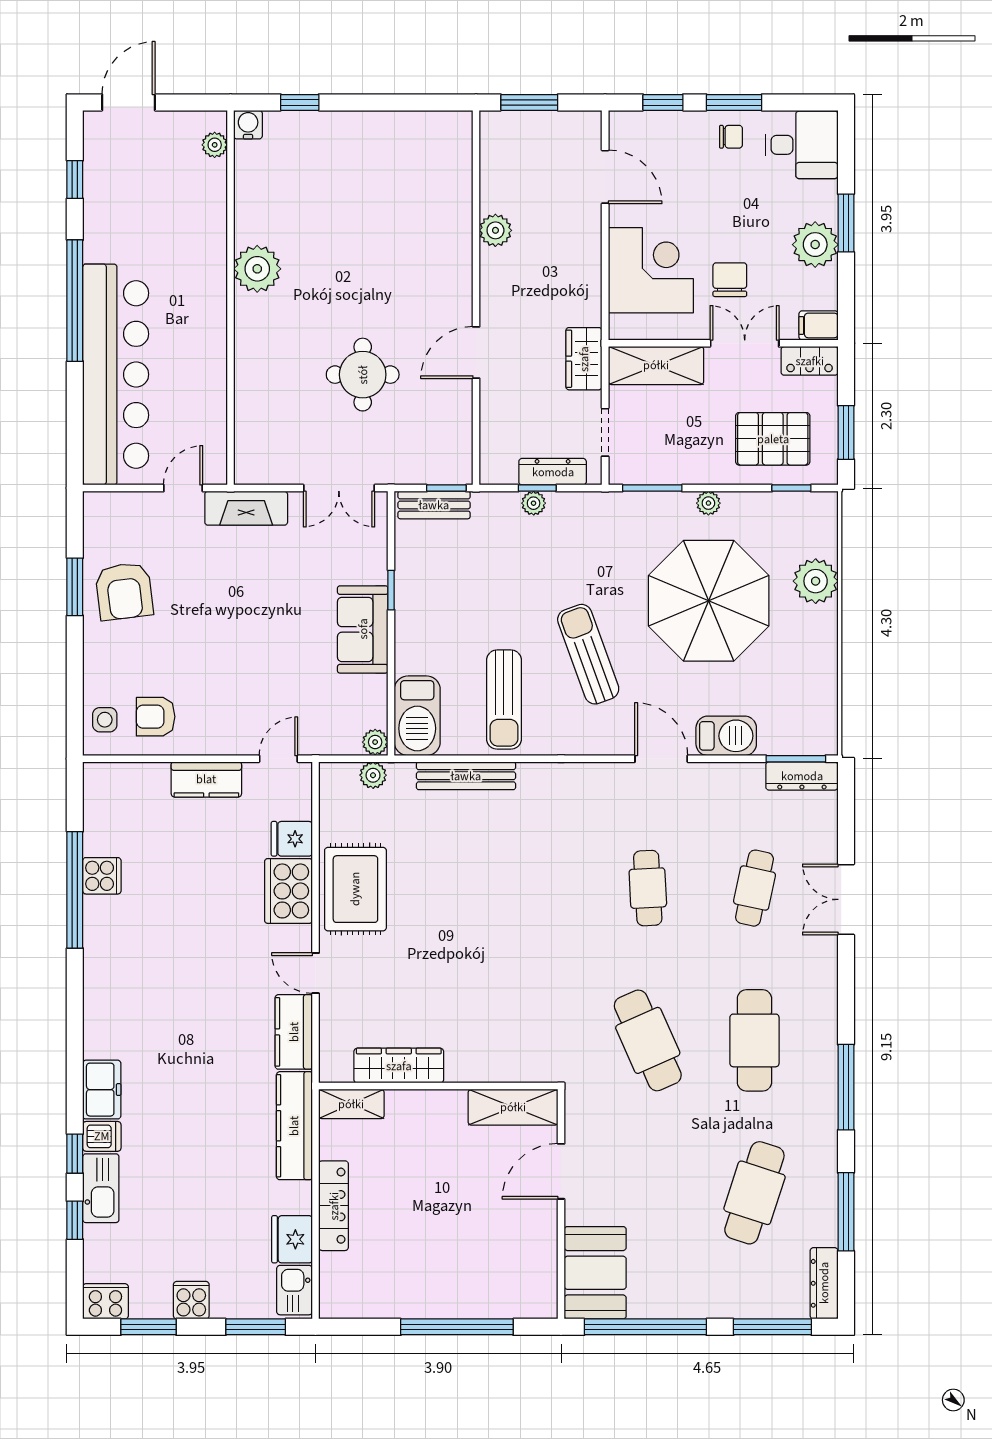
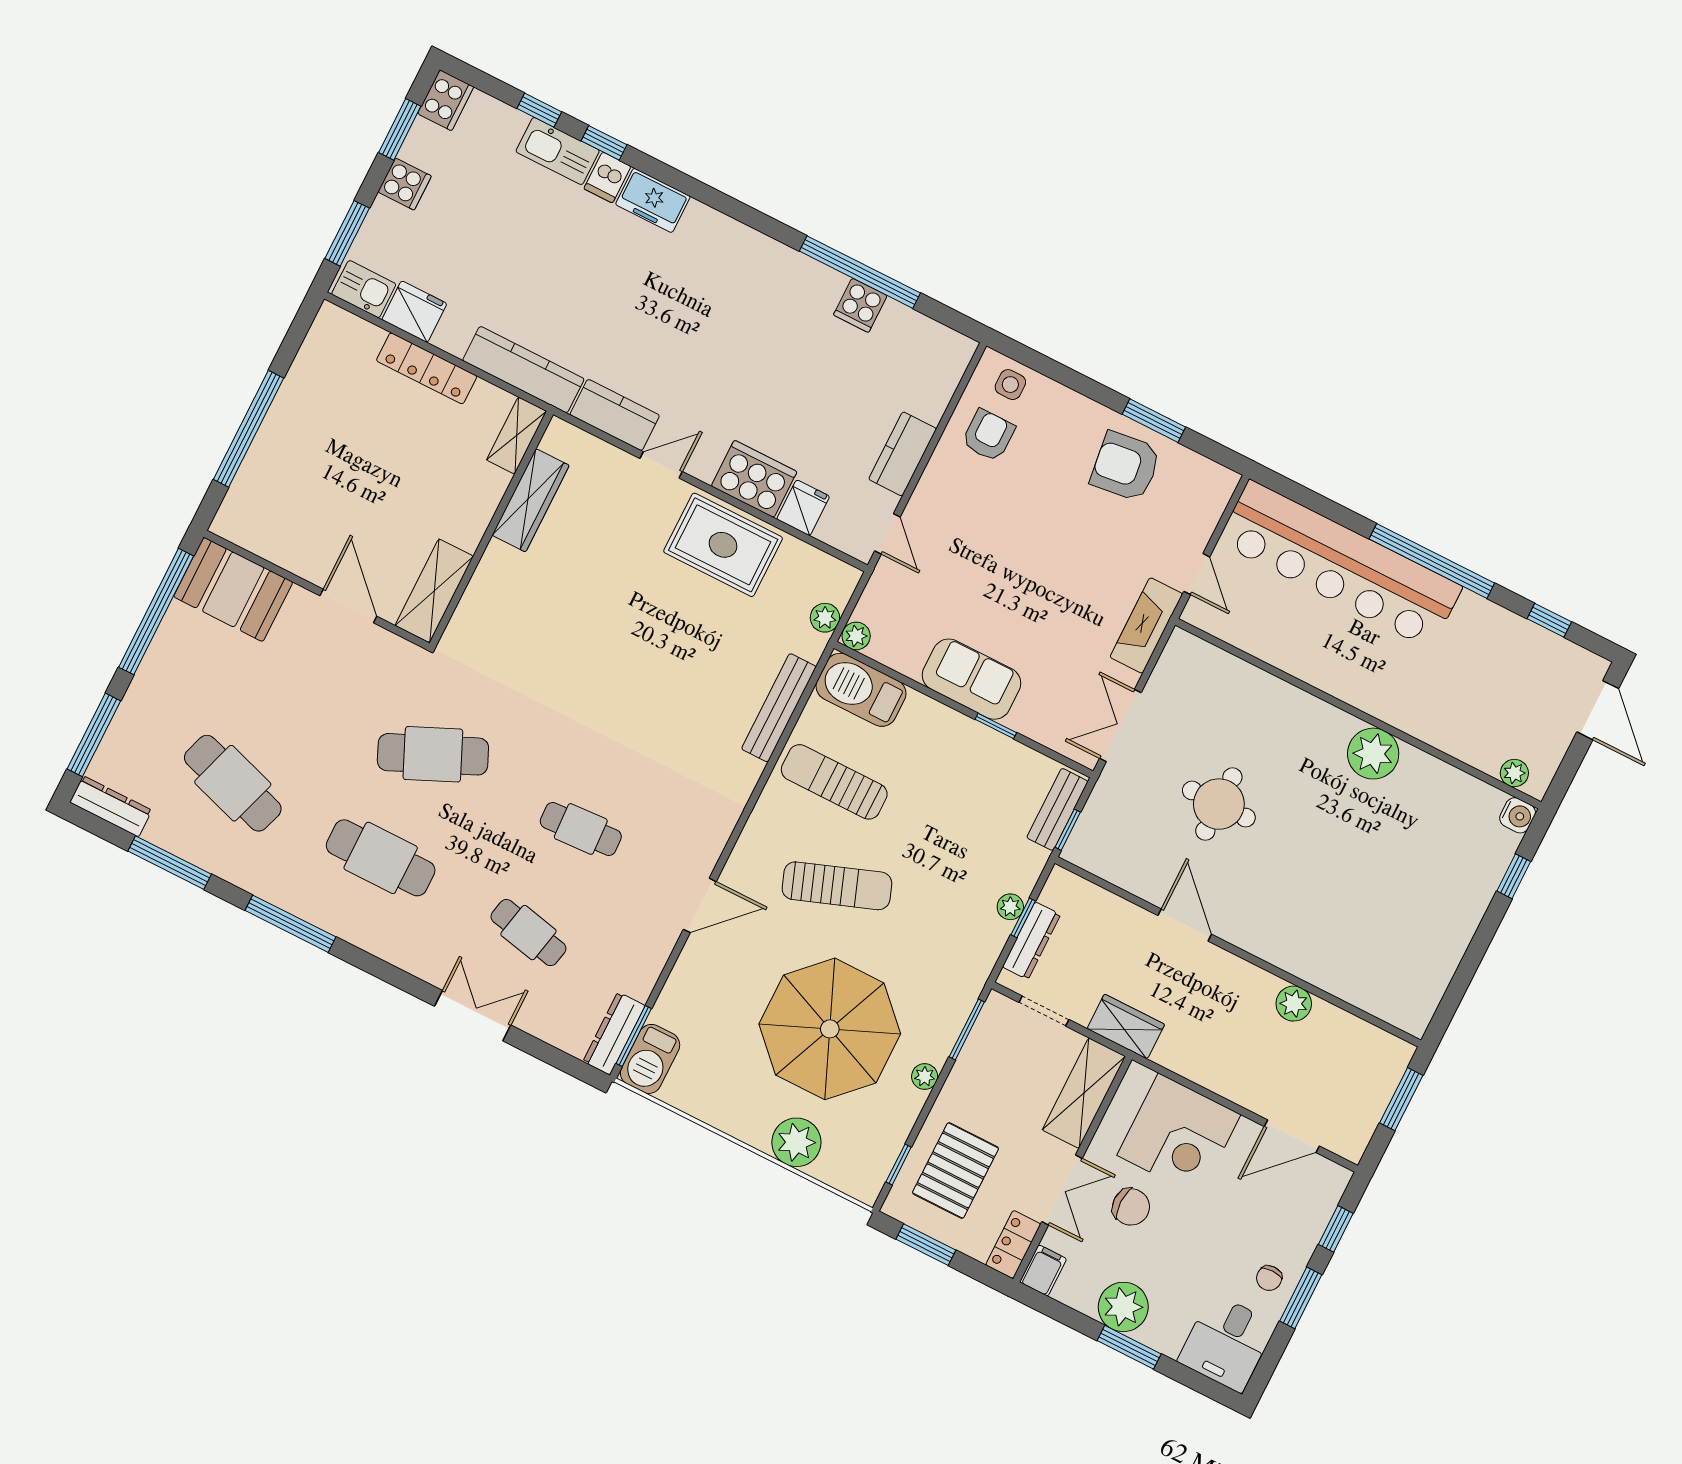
barbecue: (726, 736) -> (650, 1059), moved

